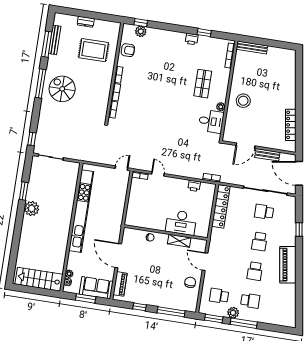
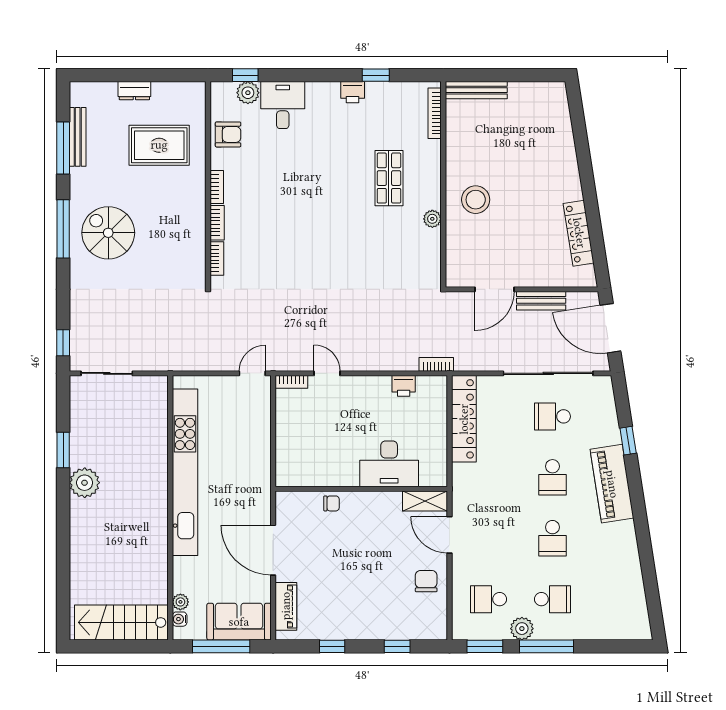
desk: (211, 121) -> (283, 105), moved, turned -90
shelving: (179, 241) -> (425, 501), moved
piano: (288, 265) -> (612, 484), moved
window: (86, 298) -> (221, 646), width x1.44
window: (171, 312) -> (397, 646), width x0.46

